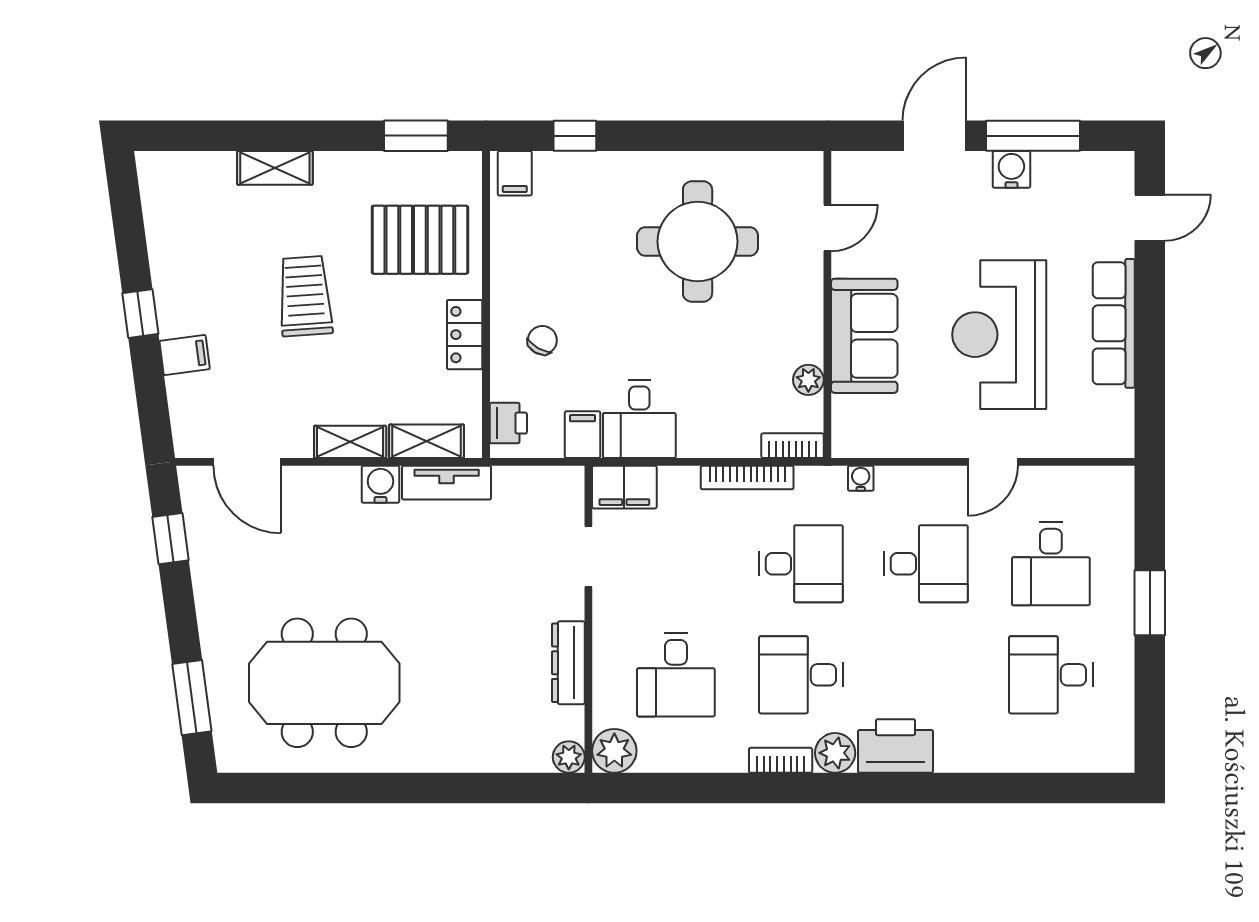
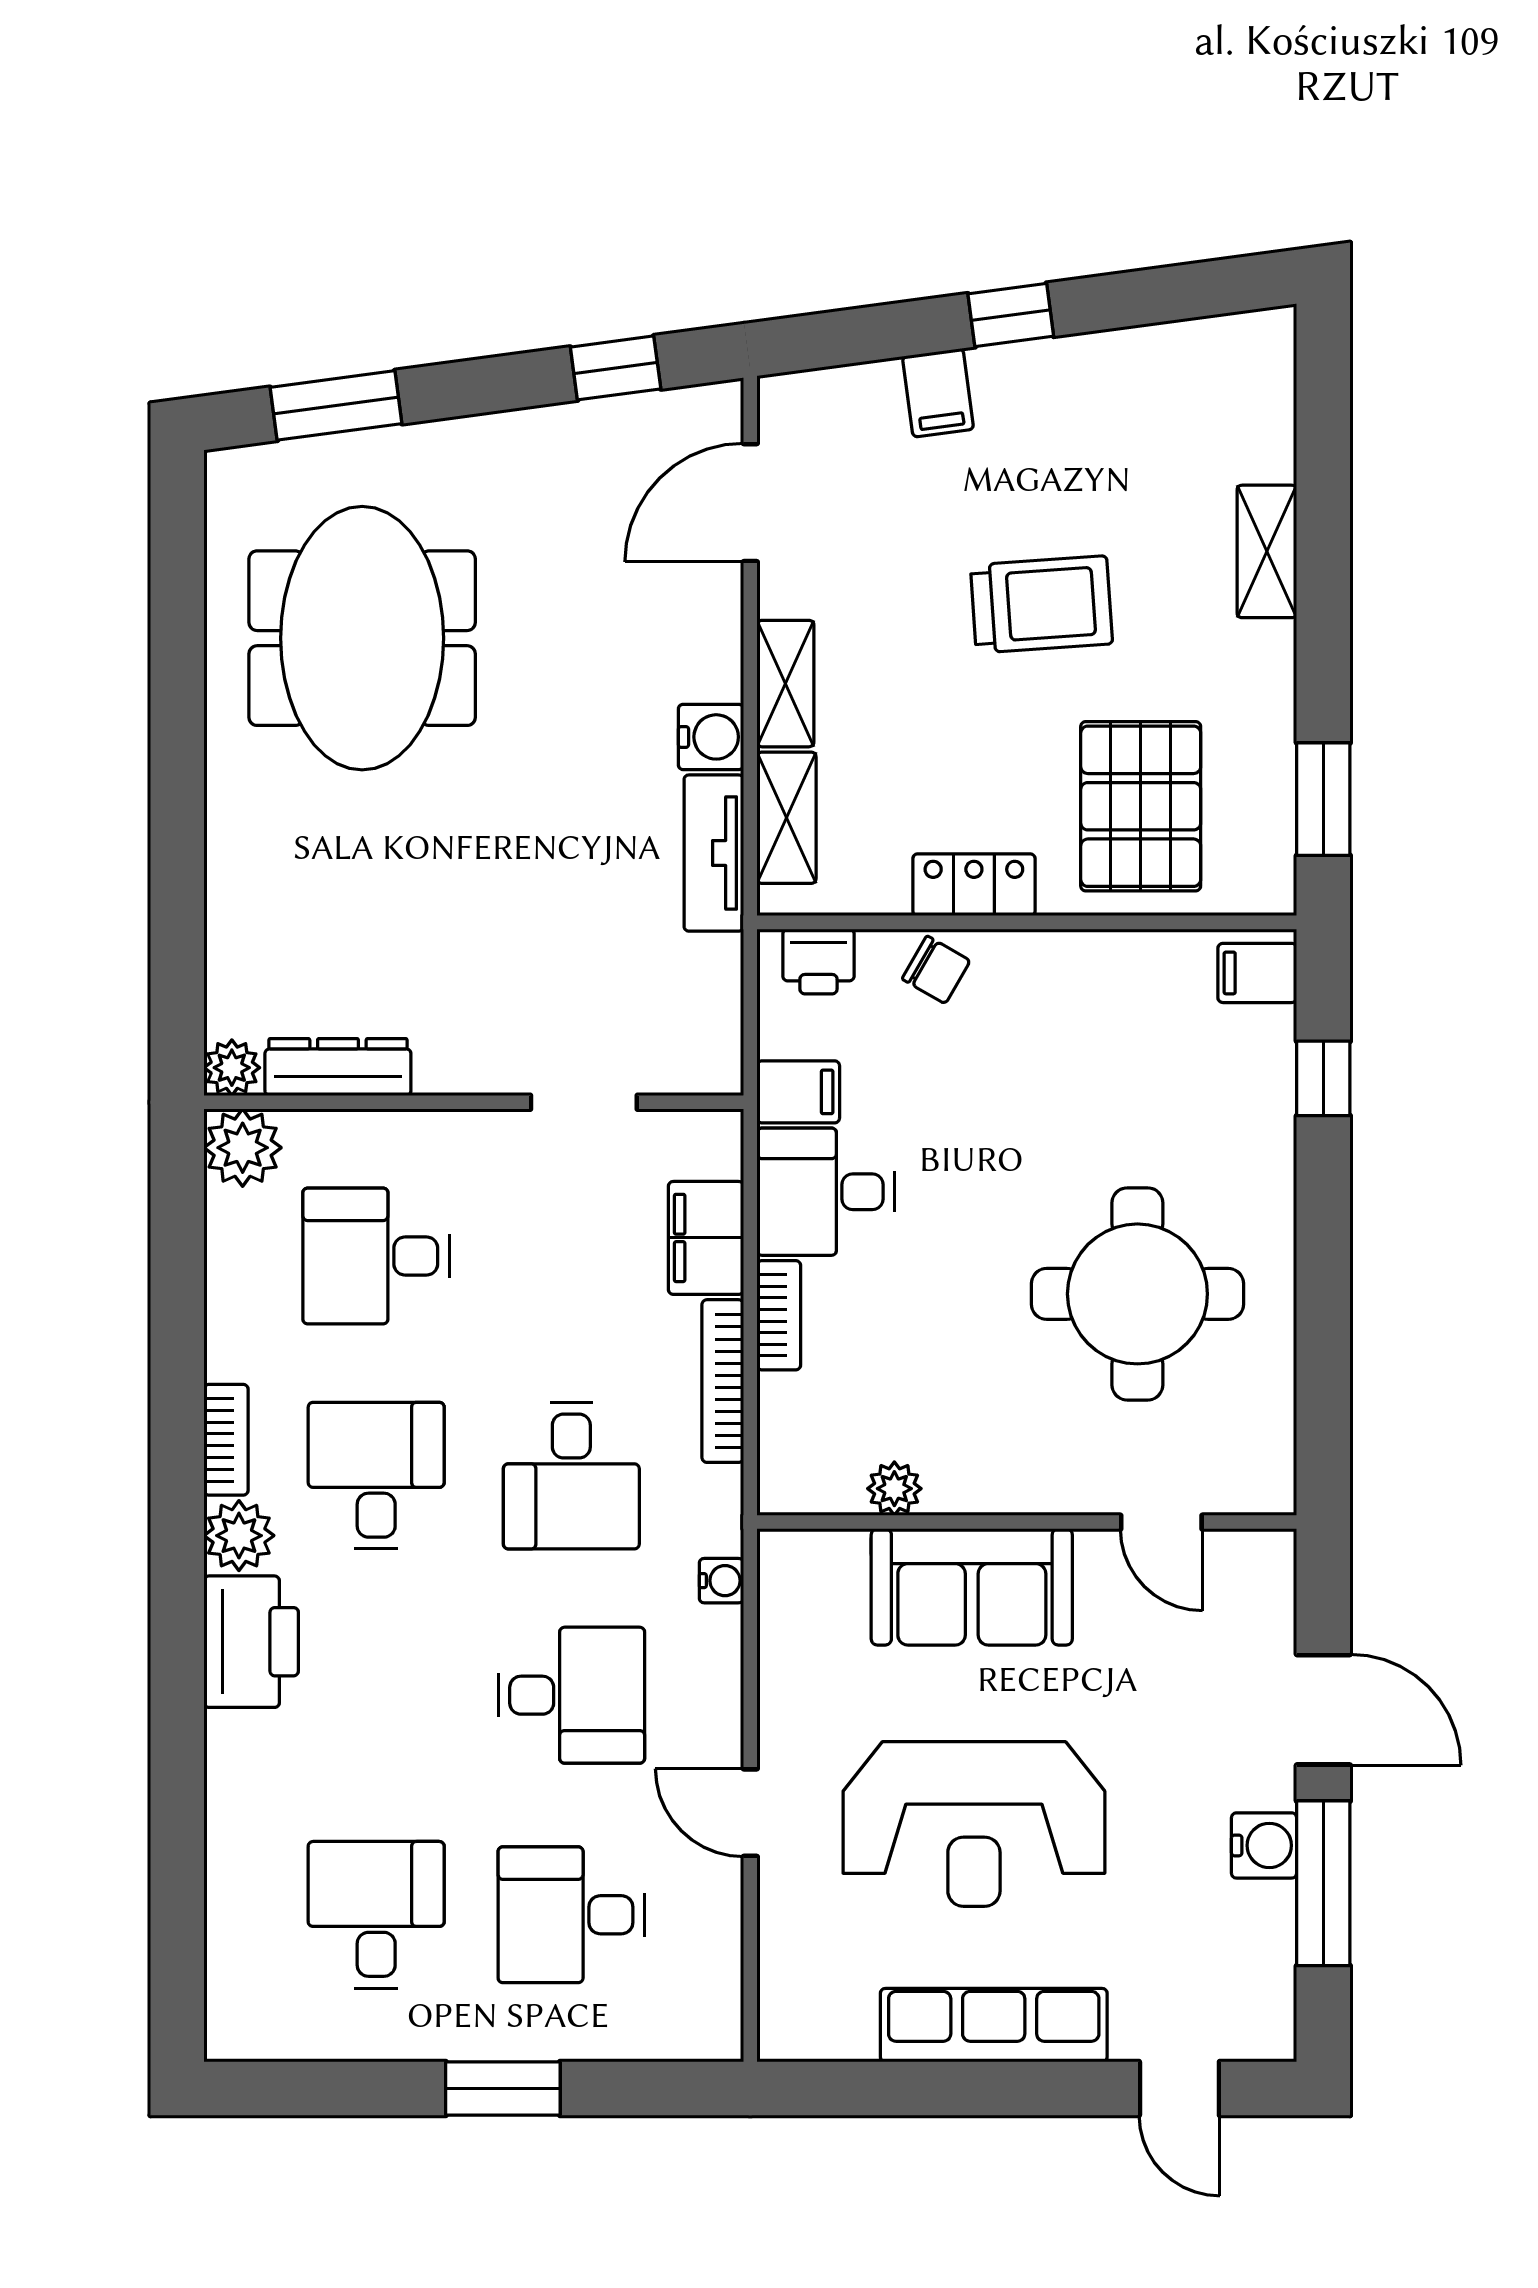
reception desk: (999, 335) -> (974, 1824), turned 180
chair: (542, 340) -> (936, 970), moved
bookcase: (793, 446) -> (779, 1315), moved
filing cabinet: (624, 487) -> (706, 1238), moved
desk: (926, 564) -> (571, 1695), turned -90
dresser: (568, 663) -> (338, 1067), moved

